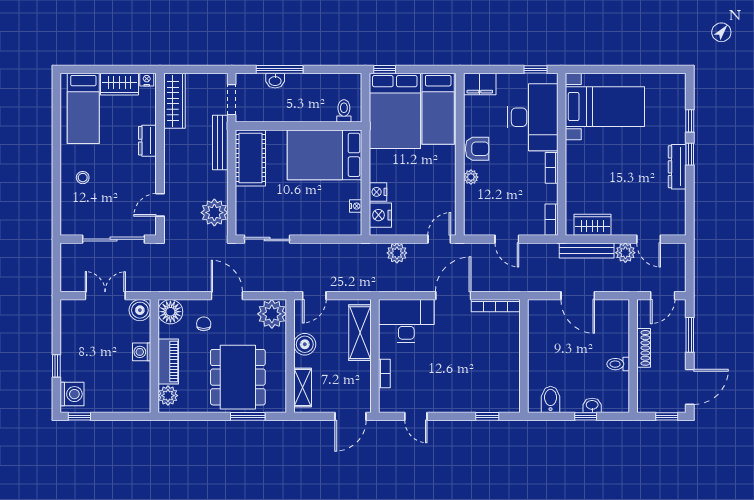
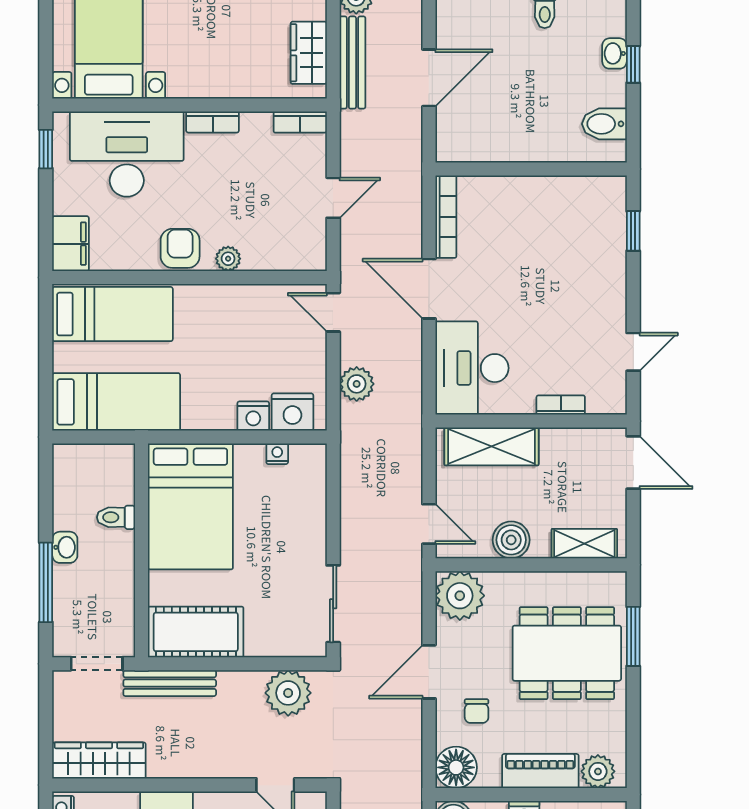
window: (385, 69) -> (46, 405), removed
washbasin: (275, 81) -> (65, 547), moved
toilet: (344, 111) -> (116, 517), moved
bed: (395, 111) -> (116, 402), width x0.67
chair: (204, 324) -> (477, 711), turned -90

